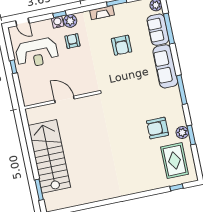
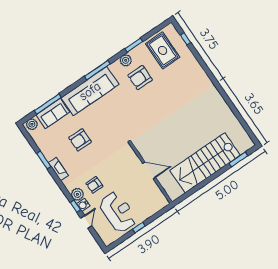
door: (22, 22) -> (86, 222), moved
armchair: (122, 45) -> (80, 140), turned 180
sofa: (165, 66) -> (90, 91), width x1.36, depth x1.27
door: (64, 100) -> (149, 170), swing flipped
armchair: (157, 128) -> (140, 78), turned 90
plant: (182, 133) -> (126, 60), moved
rug: (175, 161) -> (163, 50), turned 90

